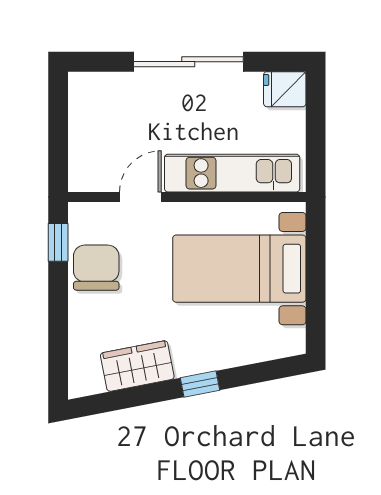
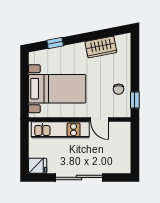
door: (140, 197) -> (100, 119), hinge flipped
chair: (96, 268) -> (119, 89), width x0.54, depth x0.54
window: (200, 384) -> (55, 43), moved

